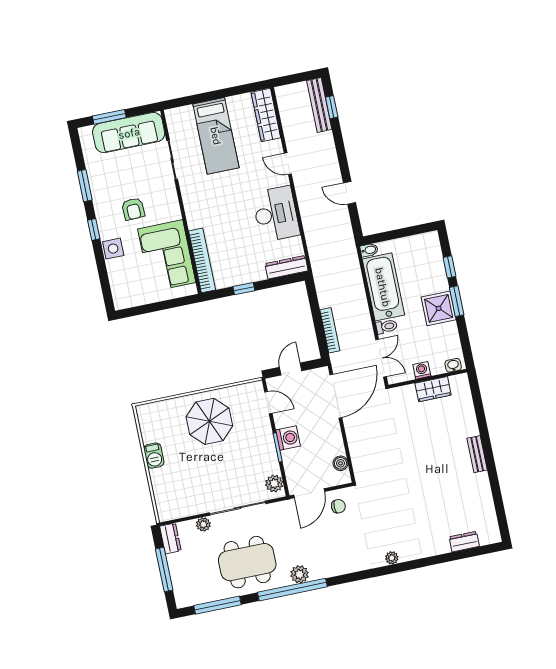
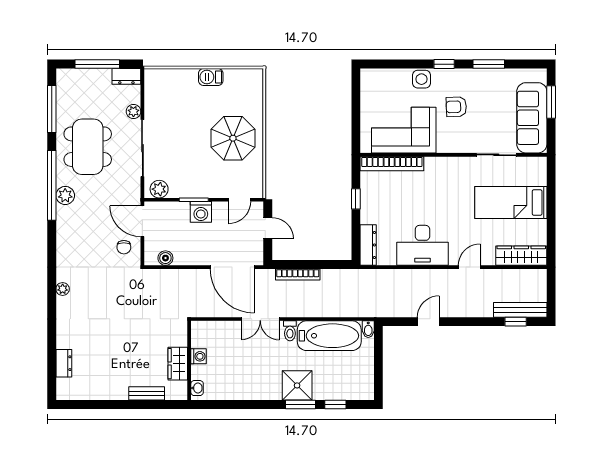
washbasin: (453, 365) -> (197, 388), moved
washing machine: (422, 370) -> (198, 356), moved
wall: (428, 379) -> (189, 360), moved
wardrobe: (433, 389) -> (178, 364), moved

